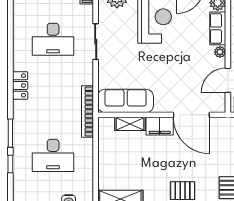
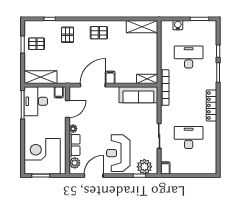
locker: (20, 85) -> (211, 105), width x1.53
door: (191, 115) -> (93, 85), hinge flipped
shelving: (130, 124) -> (147, 79), moved
filing cabinet: (160, 126) -> (110, 77), width x0.50

